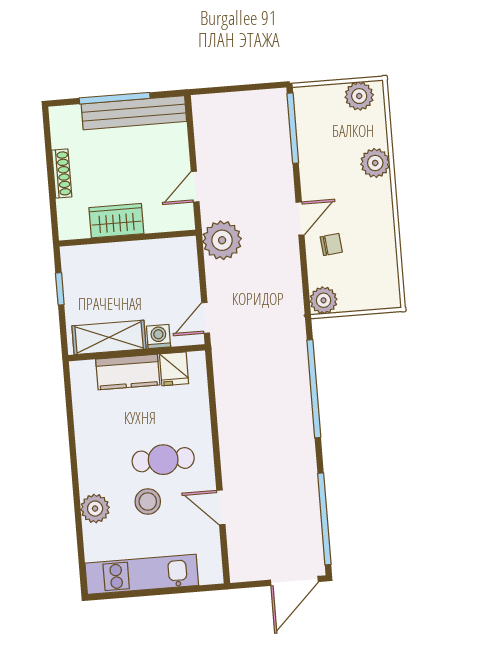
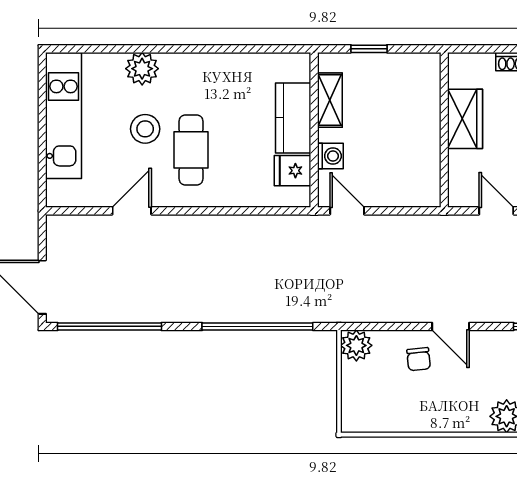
plant: (222, 240) -> (433, 236), removed
window: (60, 289) -> (369, 49), moved
shelving: (109, 337) -> (330, 100), width x0.67, depth x0.75

